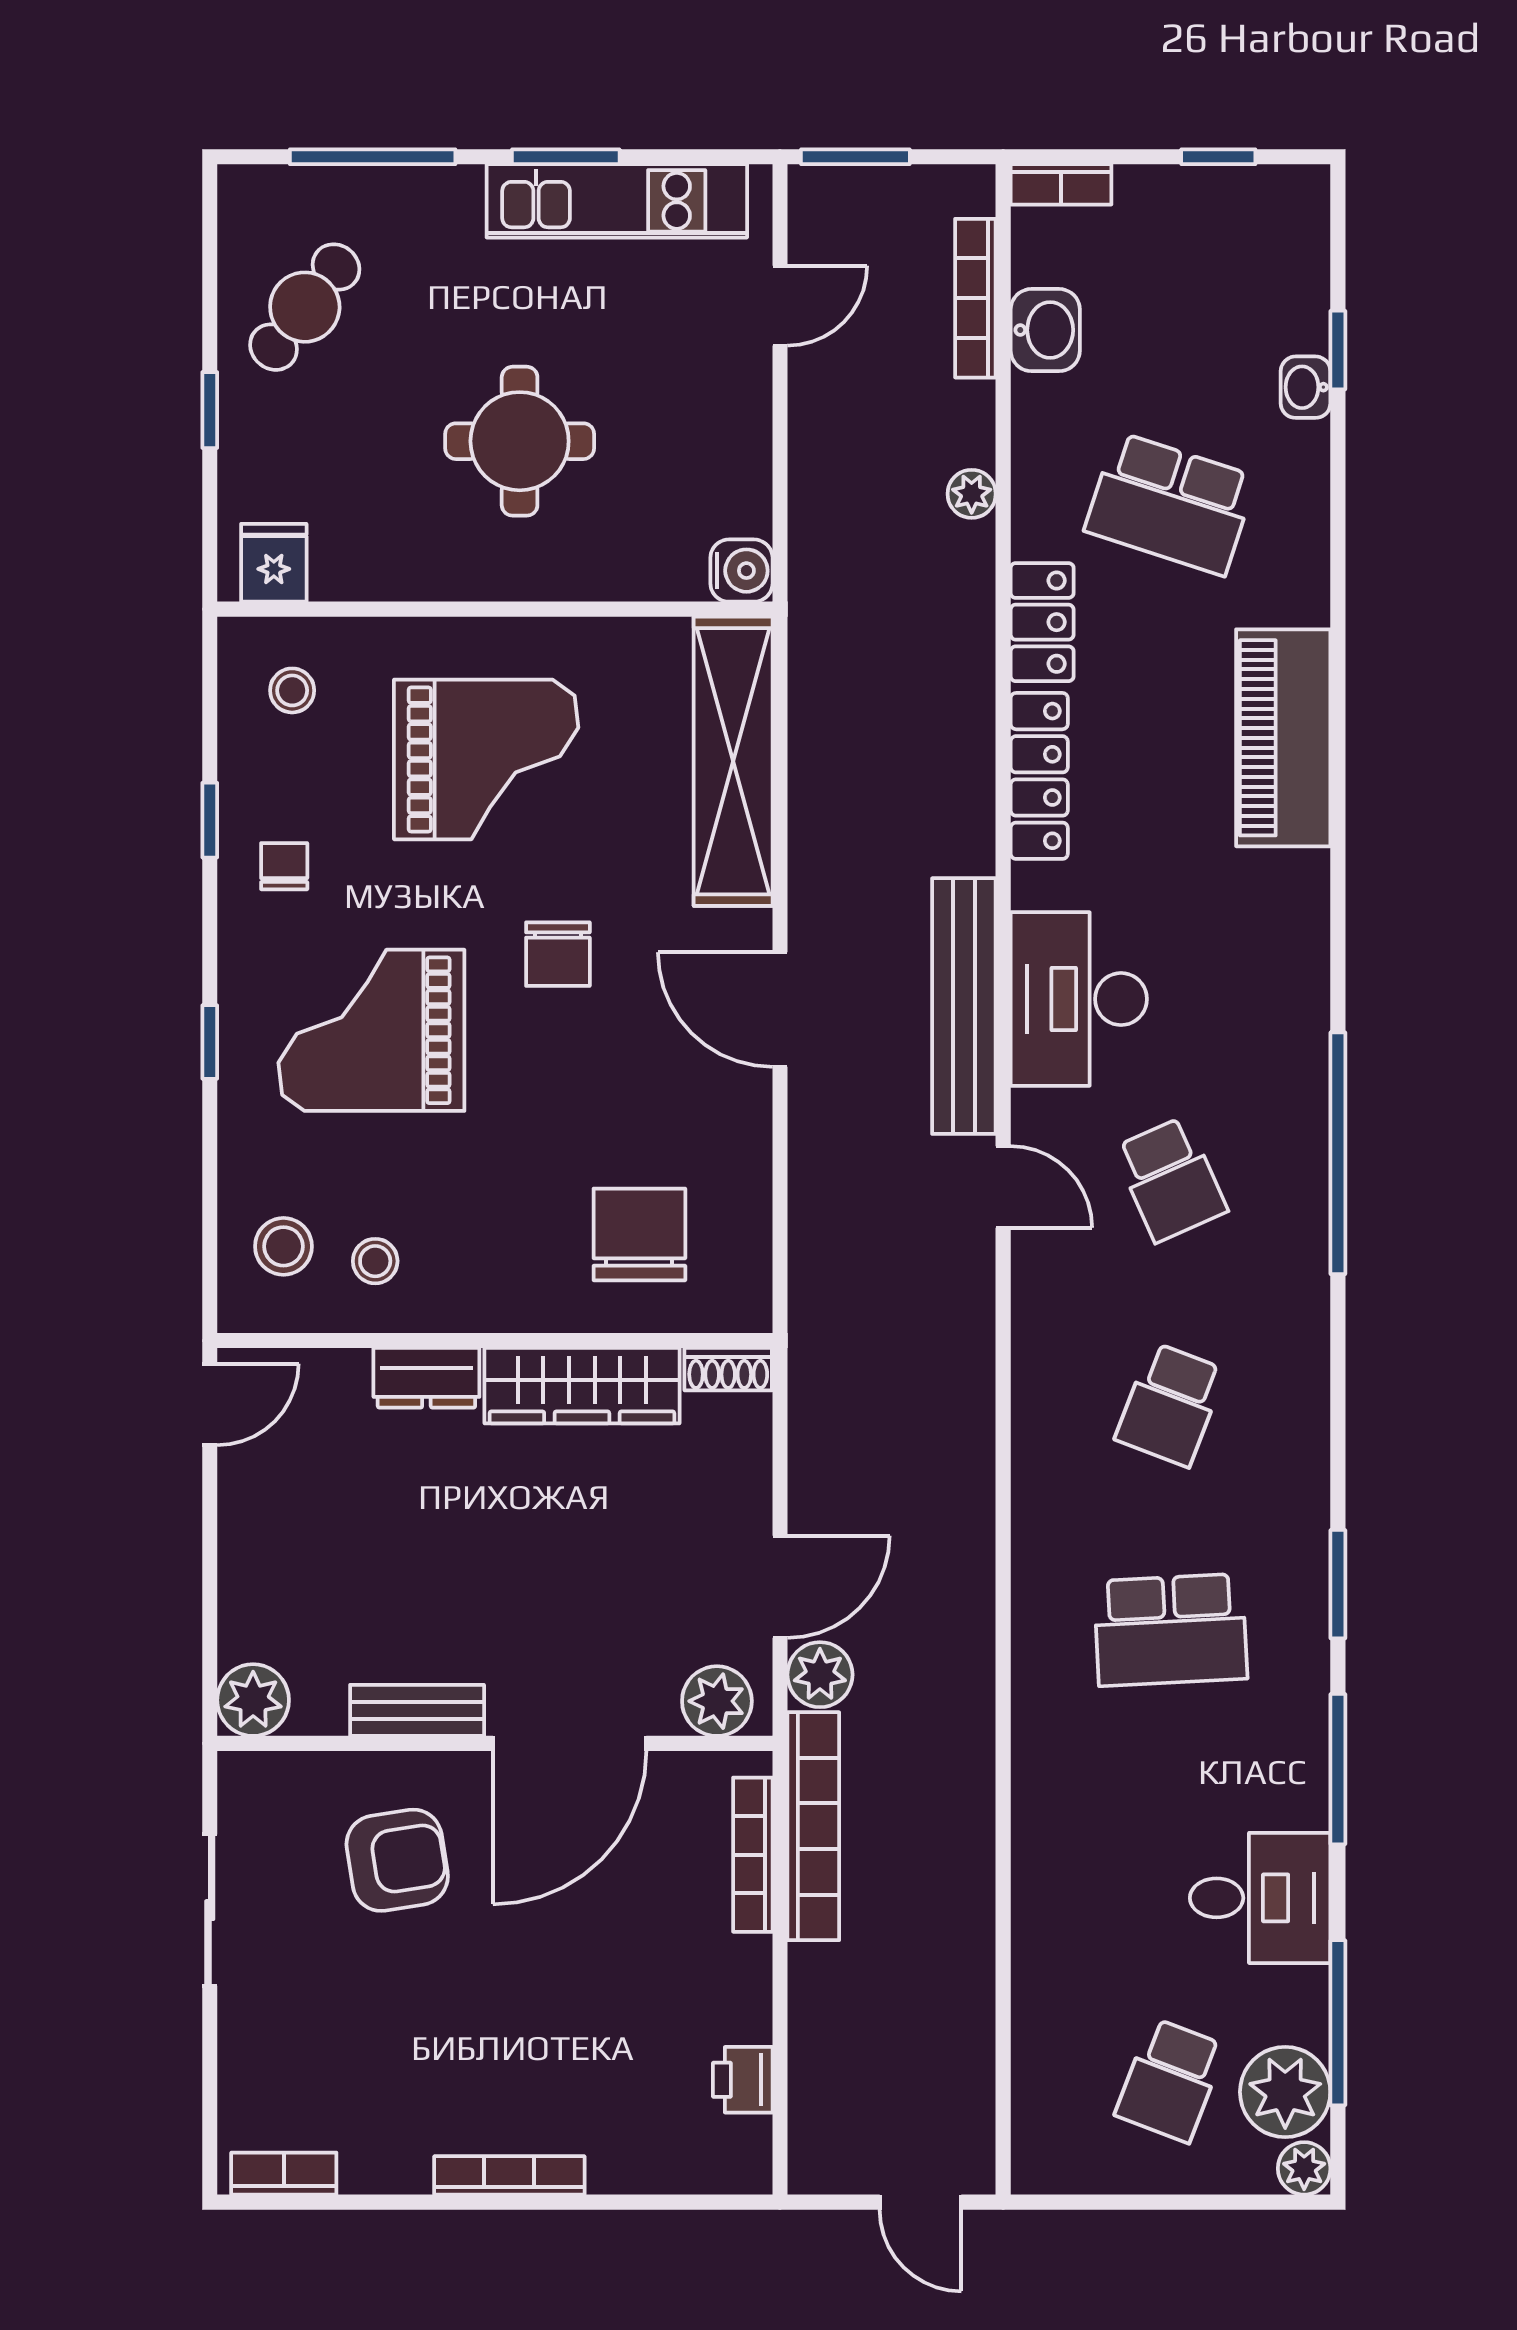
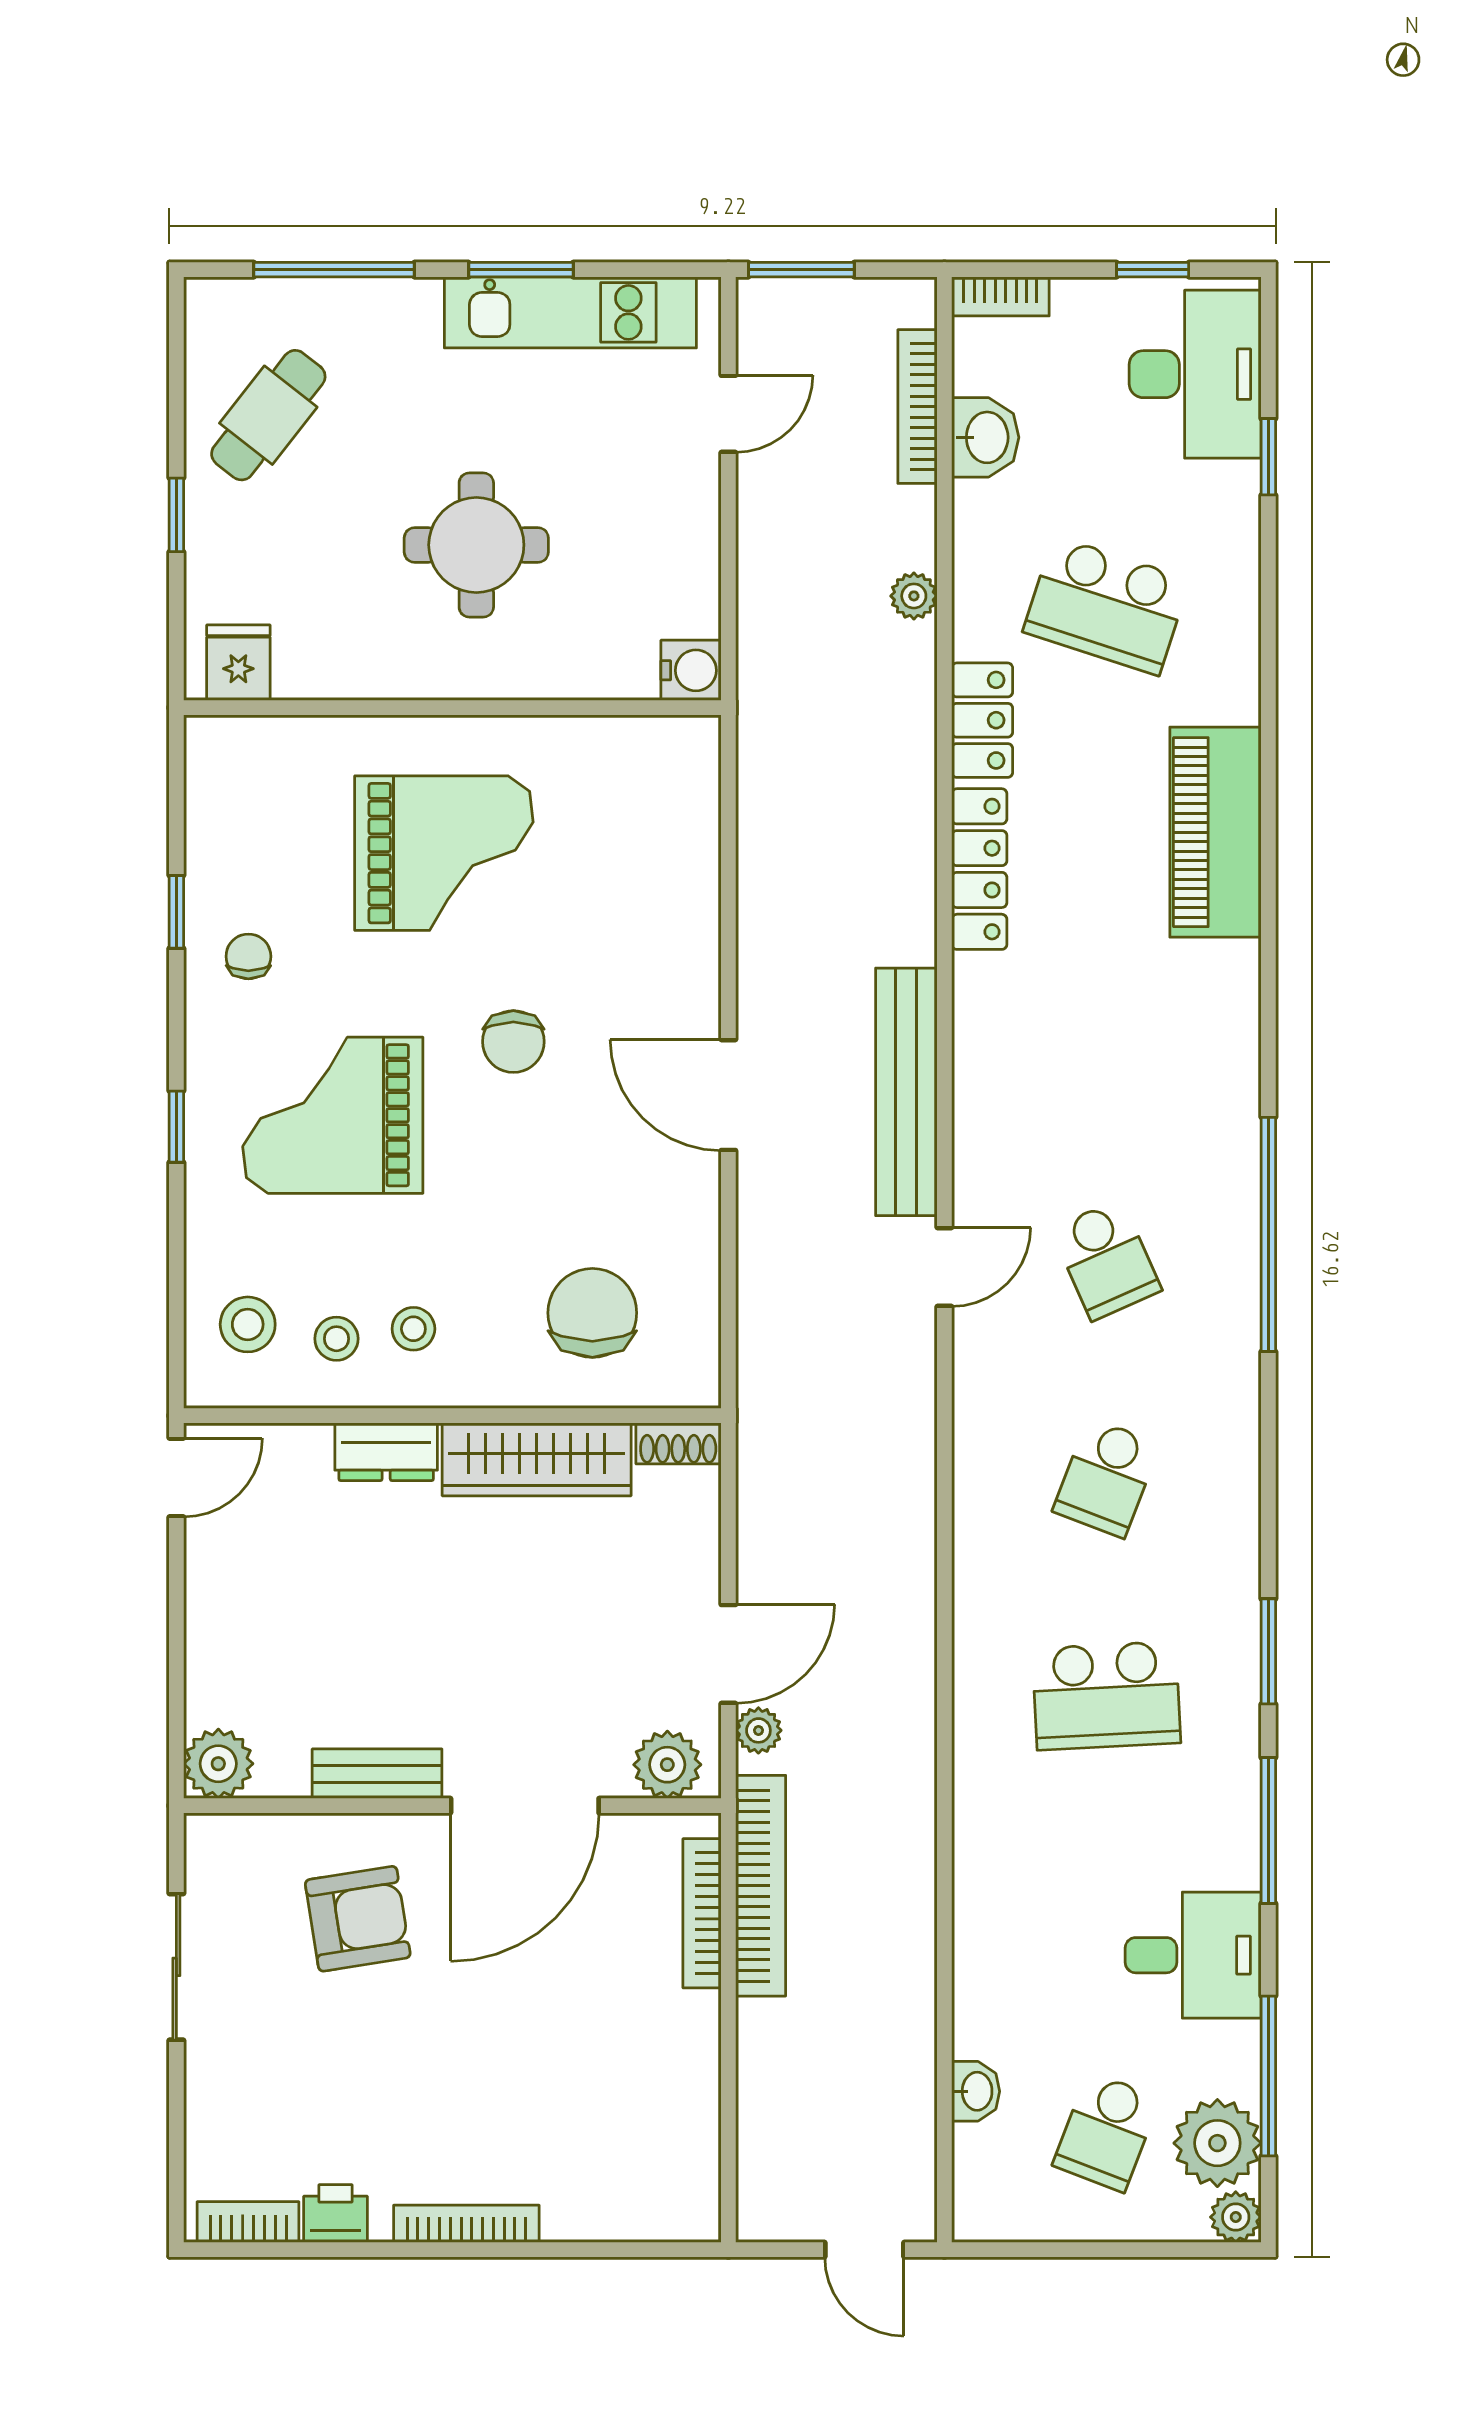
washbasin: (1306, 387) -> (976, 2091), moved, turned 180
stool: (292, 690) -> (413, 1329), moved
shelving: (733, 761) -> (683, 855), removed
desk: (1079, 999) -> (1195, 374), moved, turned 180
door: (1003, 1187) -> (944, 1267), hinge flipped
plant: (820, 1675) -> (758, 1730), width x0.73, depth x0.73
printer: (743, 2080) -> (336, 2214), moved, turned 90

